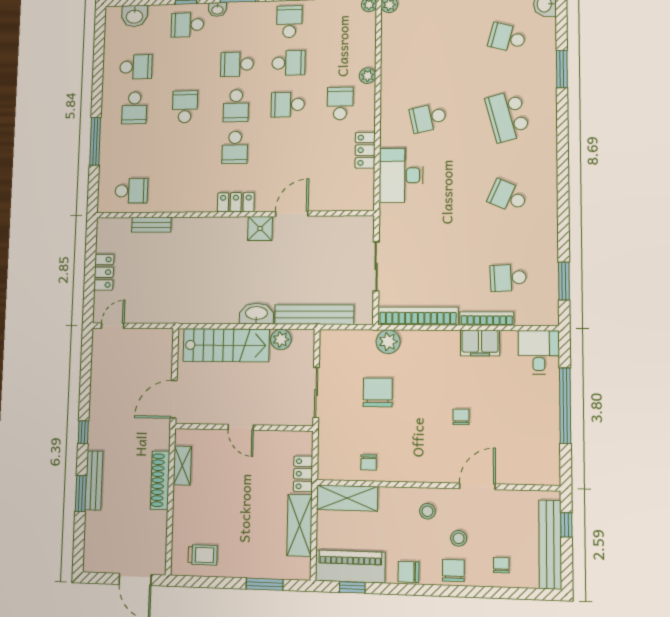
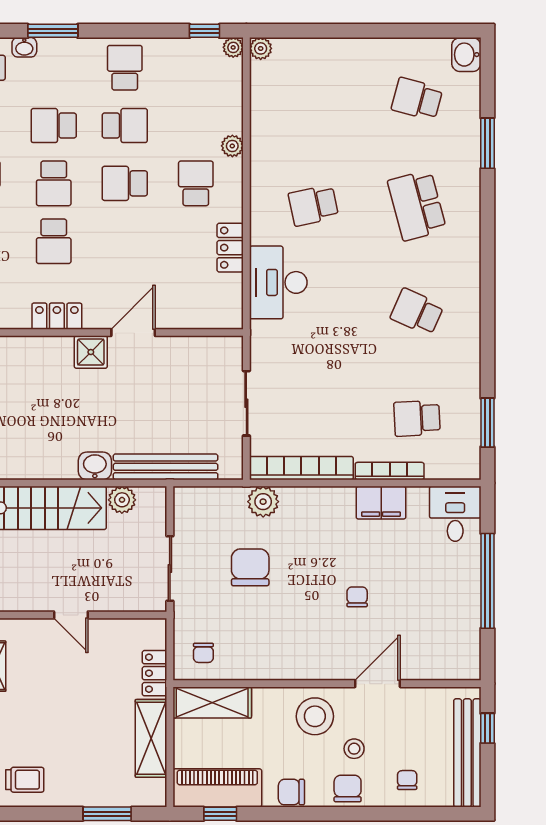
washbasin: (256, 314) -> (95, 466), width x0.72
chair: (369, 462) -> (203, 653), moved
stool: (427, 511) -> (315, 716), width x1.89, depth x1.89

